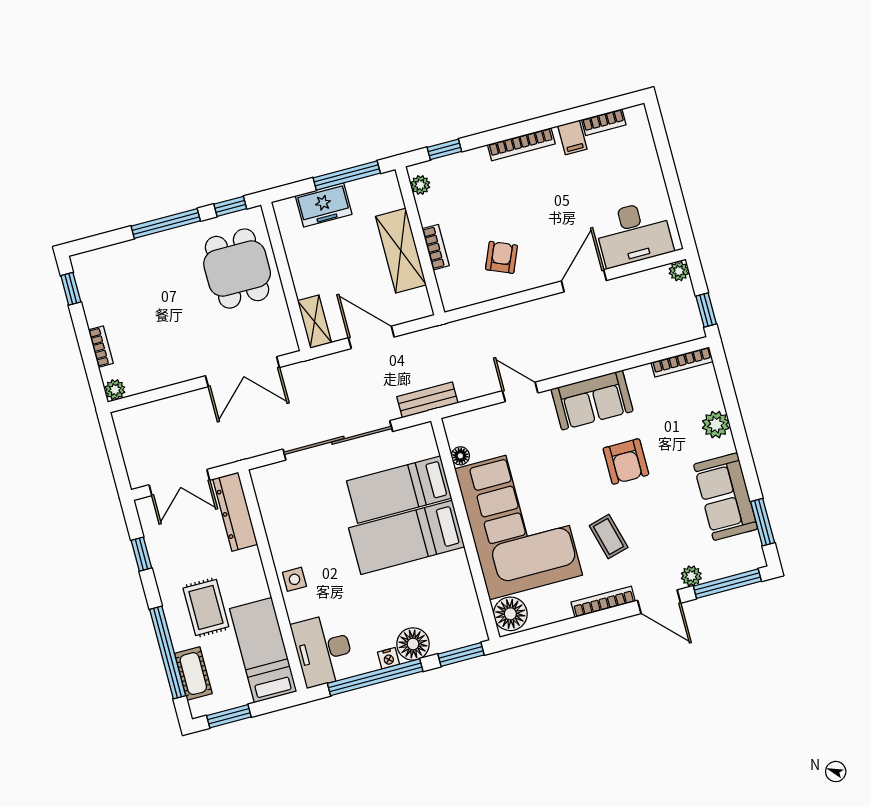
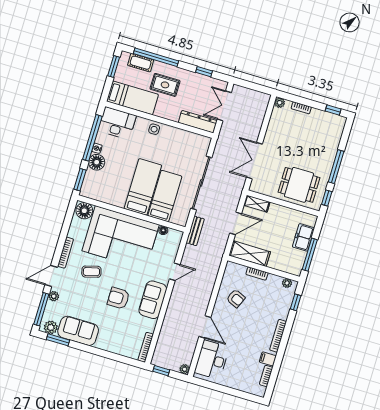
shelving: (401, 251) -> (250, 254), moved
plant: (716, 425) -> (51, 327), moved

